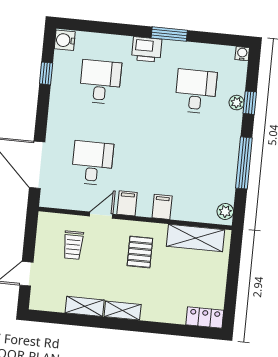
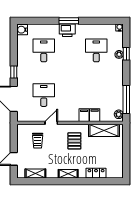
window: (169, 34) -> (69, 21), moved
window: (46, 73) -> (14, 72), moved
window: (244, 163) -> (126, 100), moved
filing cabinet: (127, 203) -> (95, 115), moved
shelving: (85, 306) -> (35, 174), moved
locker: (205, 317) -> (96, 173), moved

